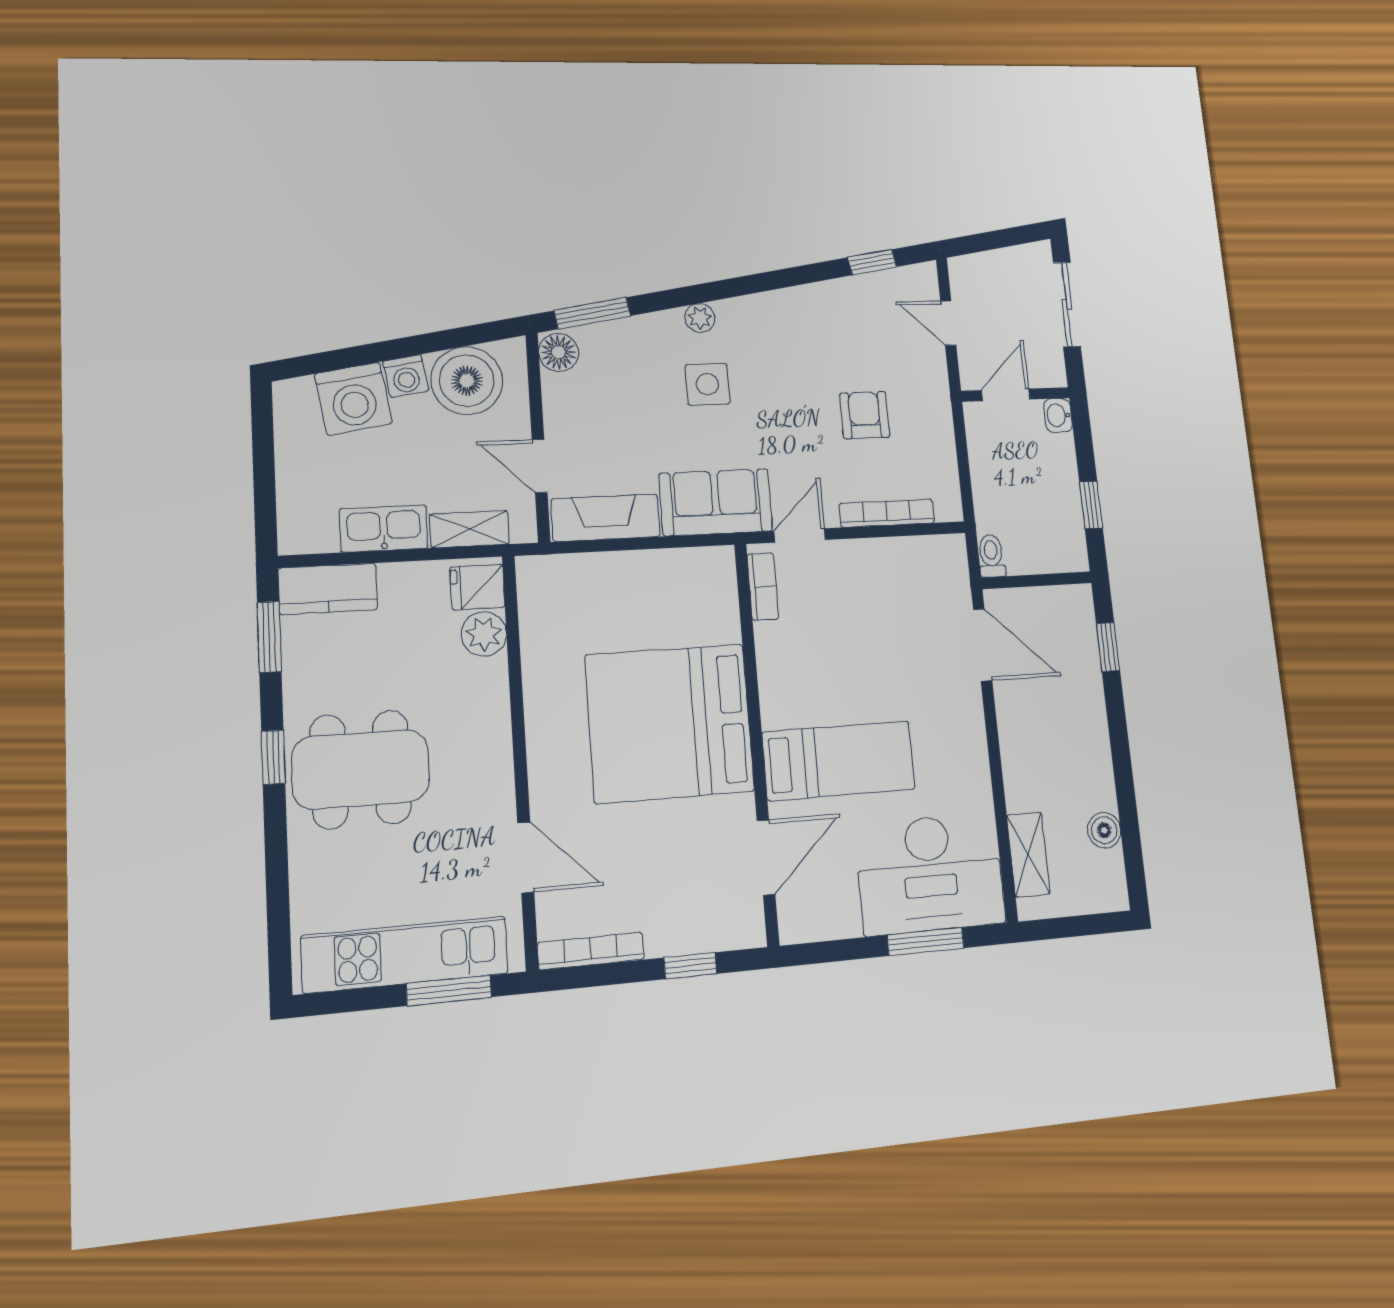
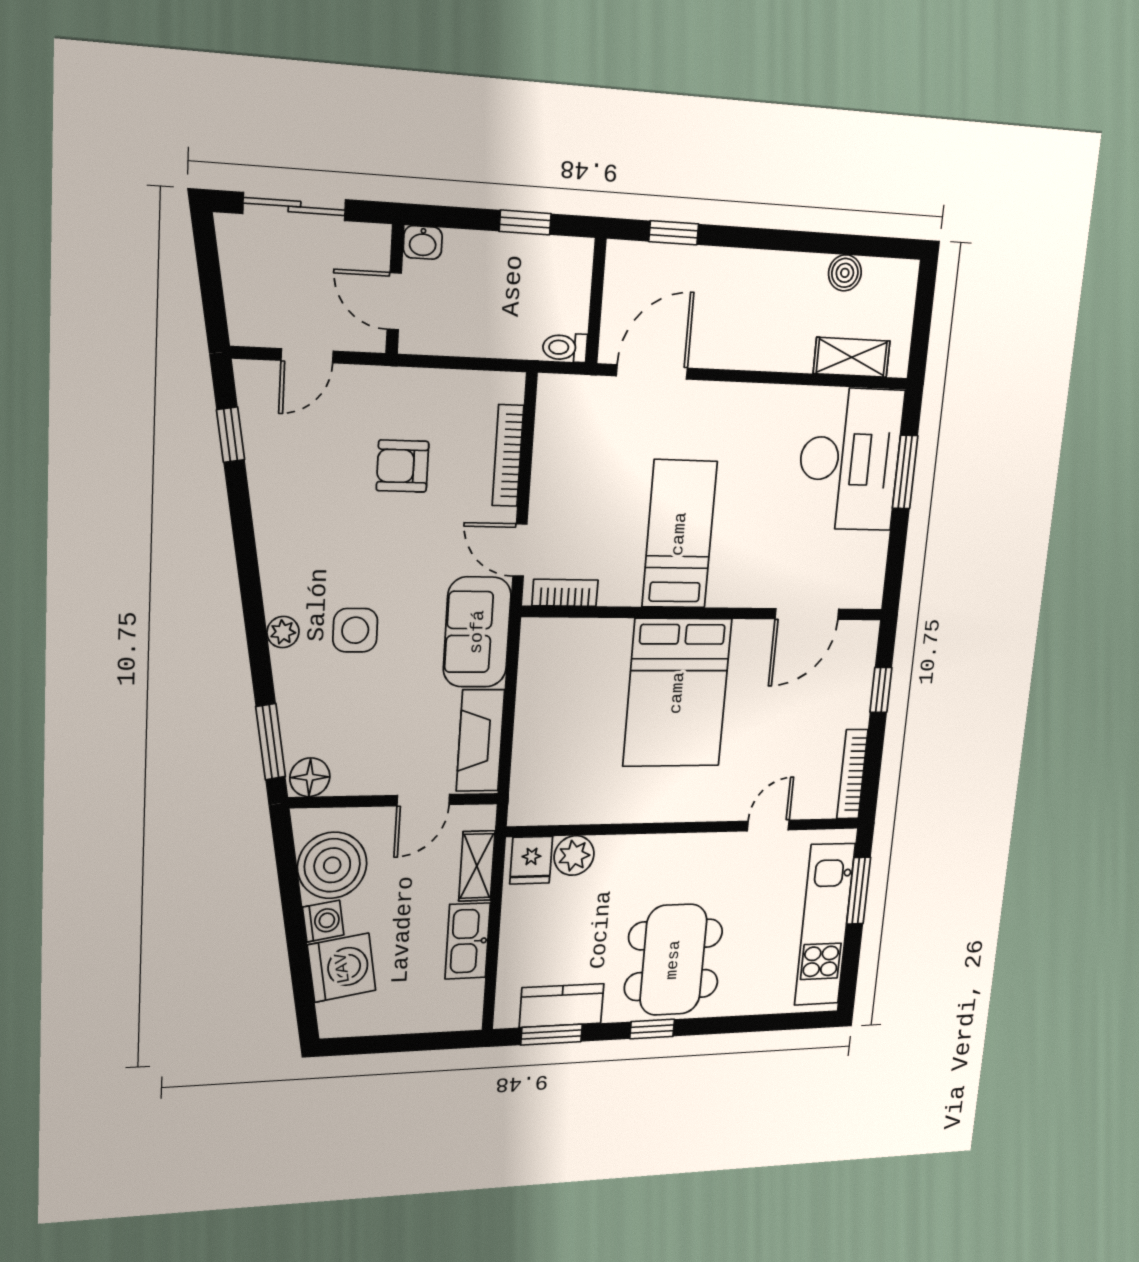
kitchen counter: (328, 589) -> (562, 1006), moved, turned -90
bed: (670, 723) -> (677, 693), width x0.73
bed: (839, 761) -> (679, 534), moved
door: (526, 857) -> (768, 825), width x0.73
door: (766, 857) -> (807, 614), swing flipped

